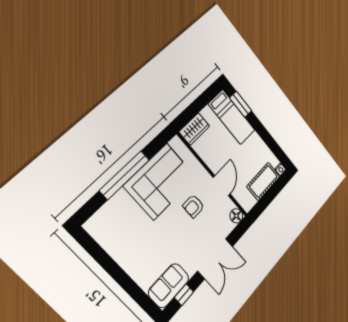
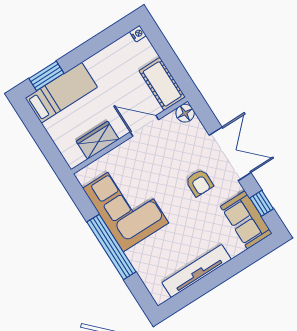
wardrobe: (194, 129) -> (98, 140), moved, turned -90
cot: (263, 181) -> (162, 84), moved
armchair: (194, 206) -> (199, 183), moved
tv unit: (119, 254) -> (197, 271), added

